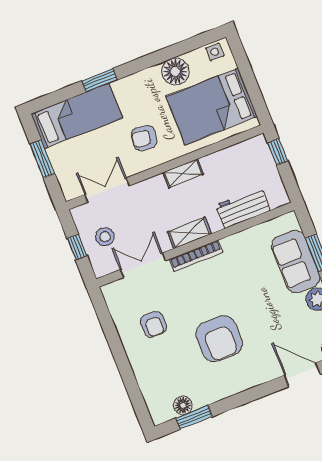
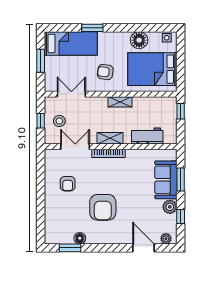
floor lamp: (183, 405) -> (80, 238), moved

